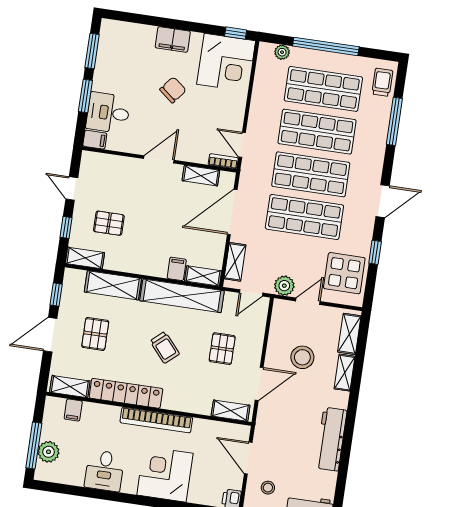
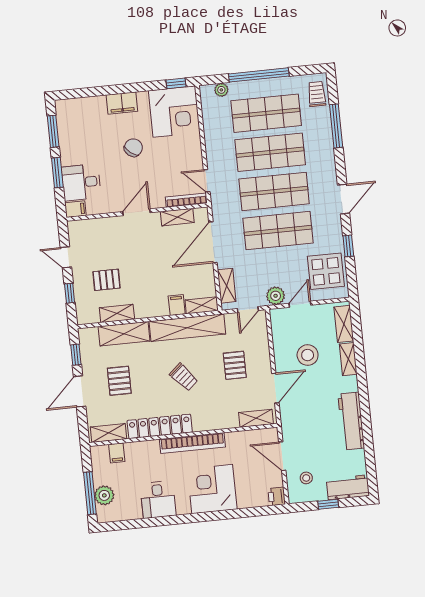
bookcase: (223, 161) -> (186, 200), width x1.56
shelving: (85, 258) -> (117, 313), moved

